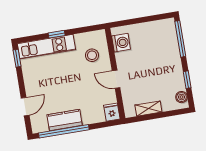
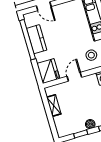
boiler: (181, 97) -> (90, 124), moved
fridge: (112, 112) -> (48, 71), width x1.88, depth x1.34

